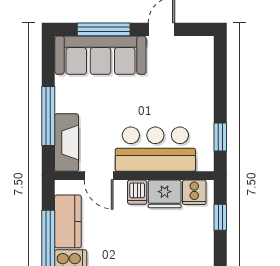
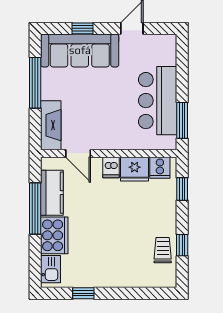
window: (104, 29) -> (82, 28), width x0.46
window: (48, 116) -> (35, 83), moved
window: (220, 137) -> (182, 120), width x1.50
bar counter: (155, 149) -> (158, 101), moved, turned -90

